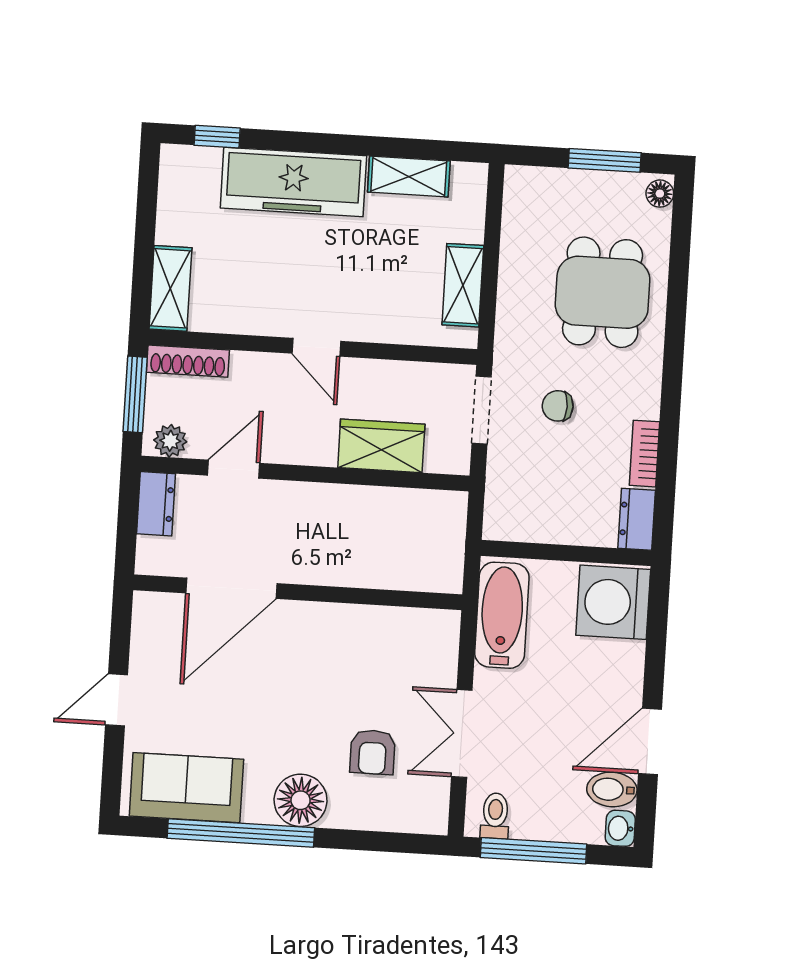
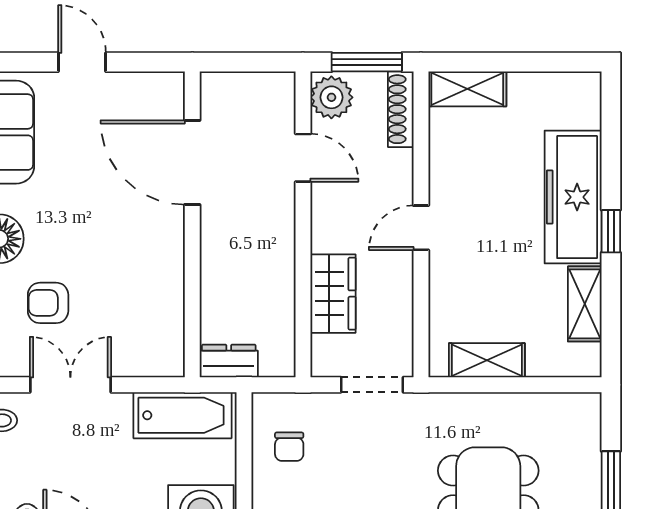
window: (217, 137) -> (611, 231), moved
chair: (558, 406) -> (289, 447), moved, turned 180
plant: (170, 441) -> (331, 97), width x1.38, depth x1.38
dresser: (156, 504) -> (229, 361), moved, turned 180

